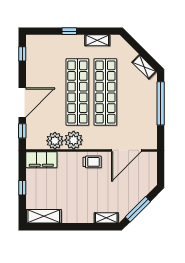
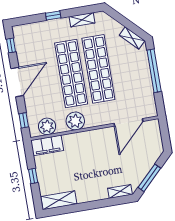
door: (22, 103) -> (17, 82), moved
plant: (55, 141) -> (47, 126), moved
trolley: (92, 162) -> (97, 139), removed

